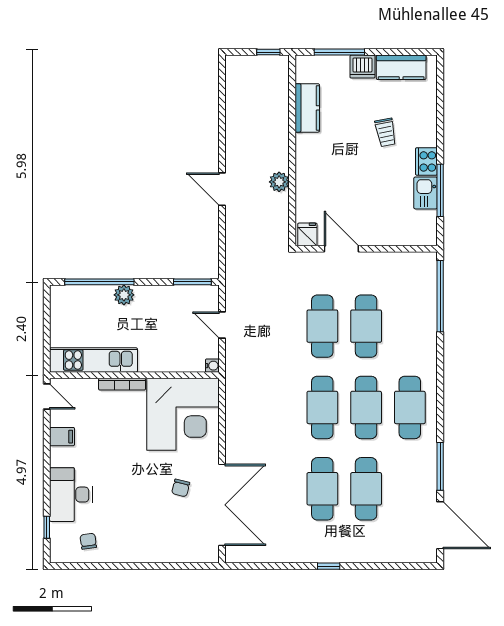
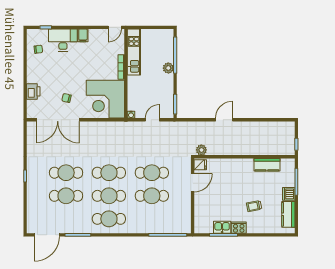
plant: (279, 182) -> (201, 150), moved
filing cabinet: (62, 437) -> (83, 35), moved
printer: (168, 551) -> (33, 91), added

